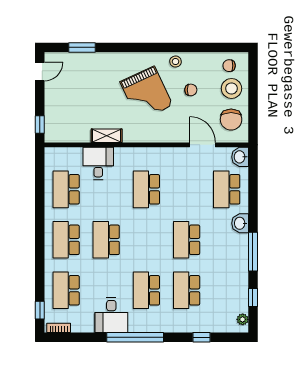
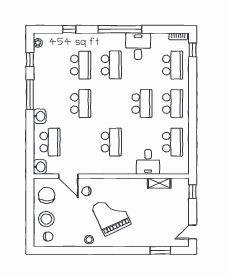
chair: (191, 90) -> (86, 191), moved
shelving: (107, 136) -> (159, 183), moved

